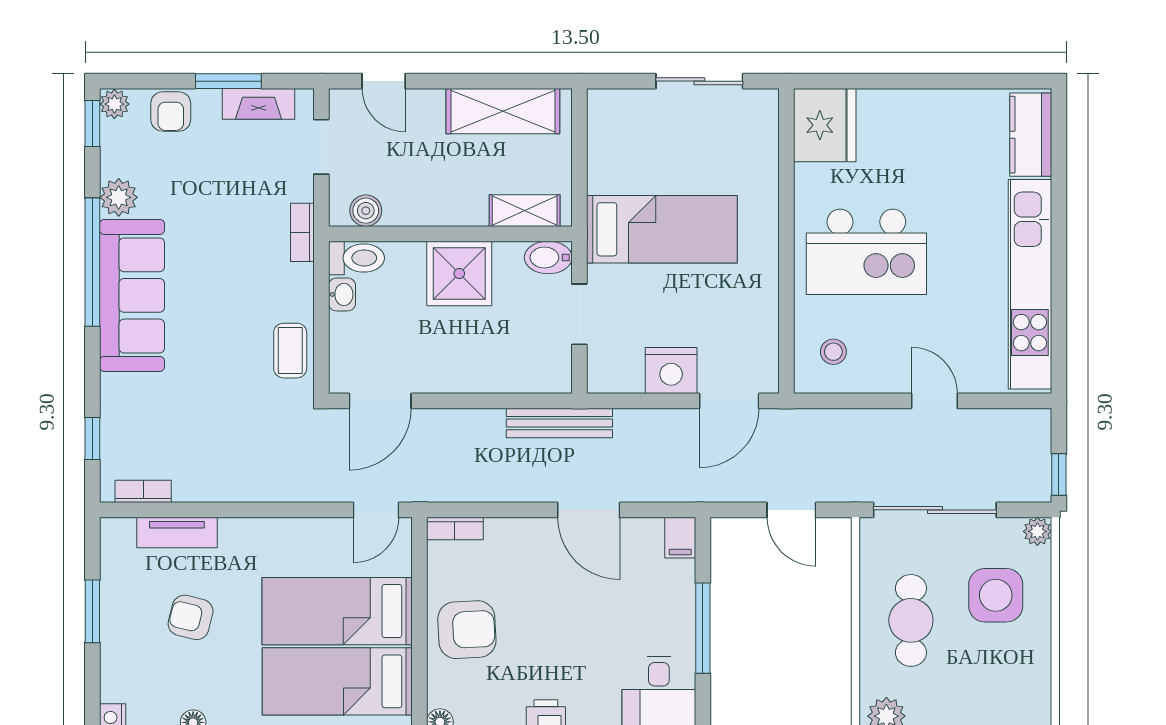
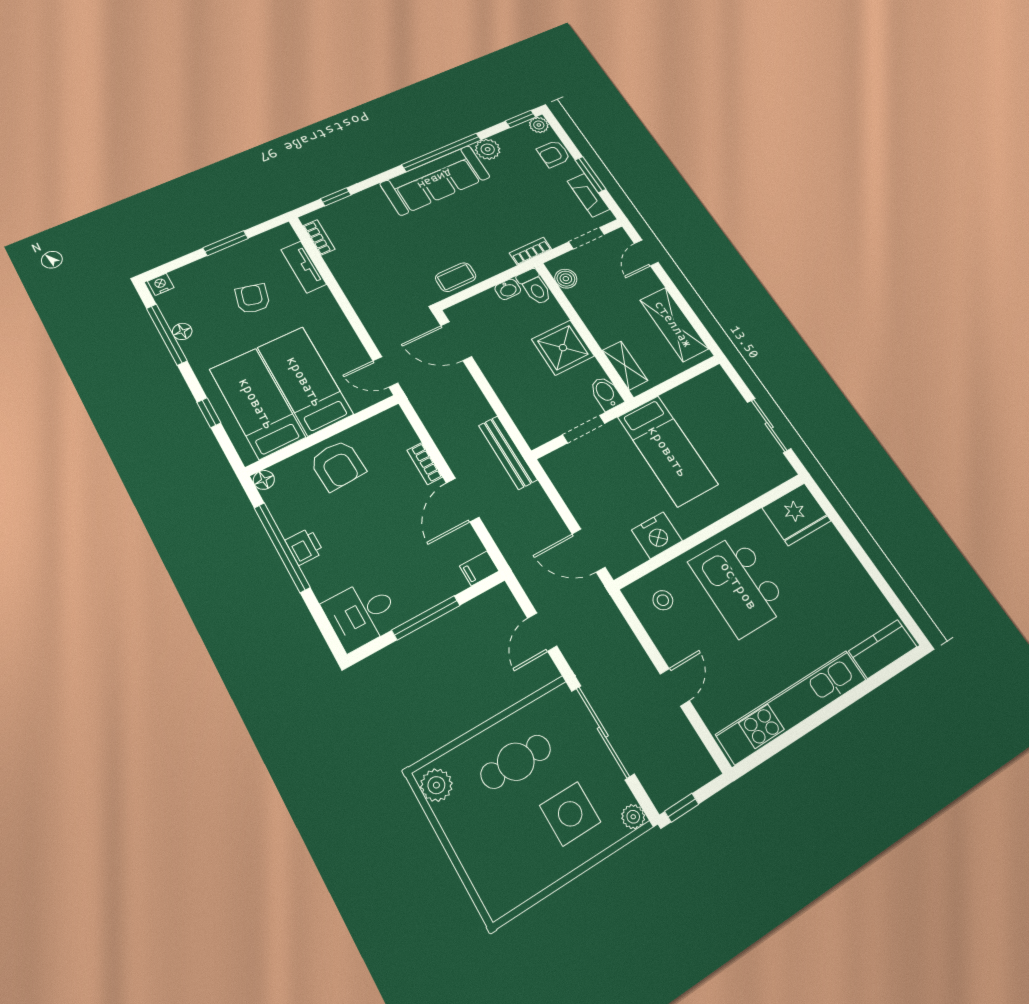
nightstand: (671, 371) -> (657, 535), moved, turned -90
bookcase: (455, 529) -> (425, 464), moved

